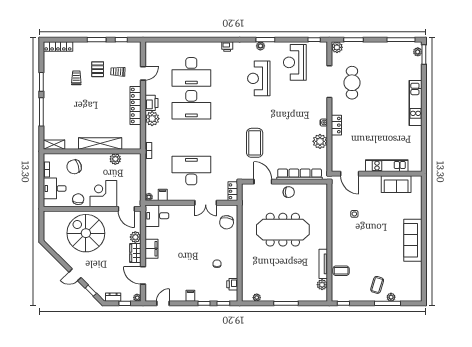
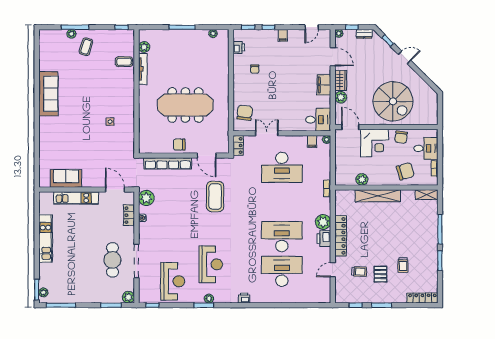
kitchen unit: (387, 166) -> (76, 198), moved
door: (350, 174) -> (115, 190), moved
wall: (377, 174) -> (87, 190), moved
sofa: (396, 184) -> (66, 178), moved

